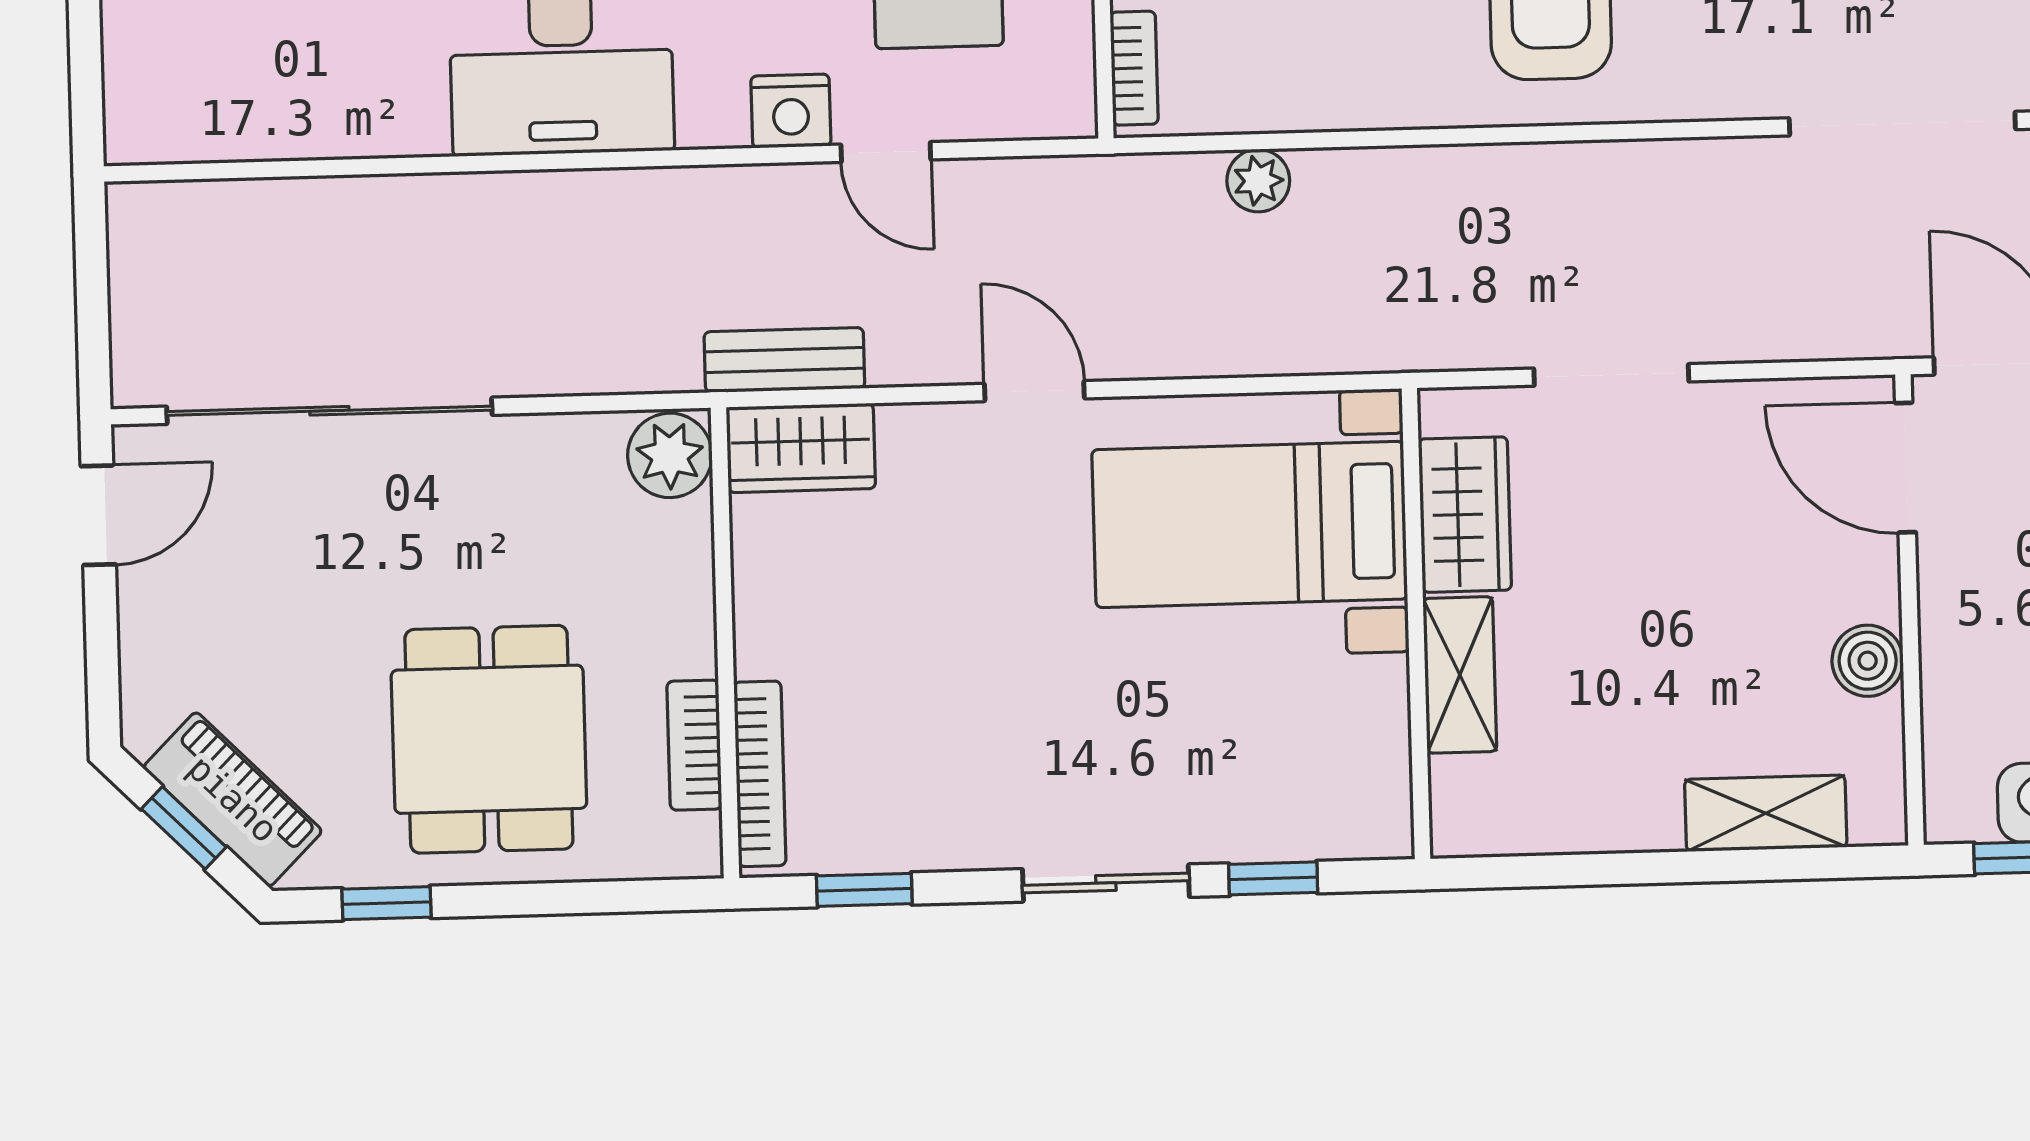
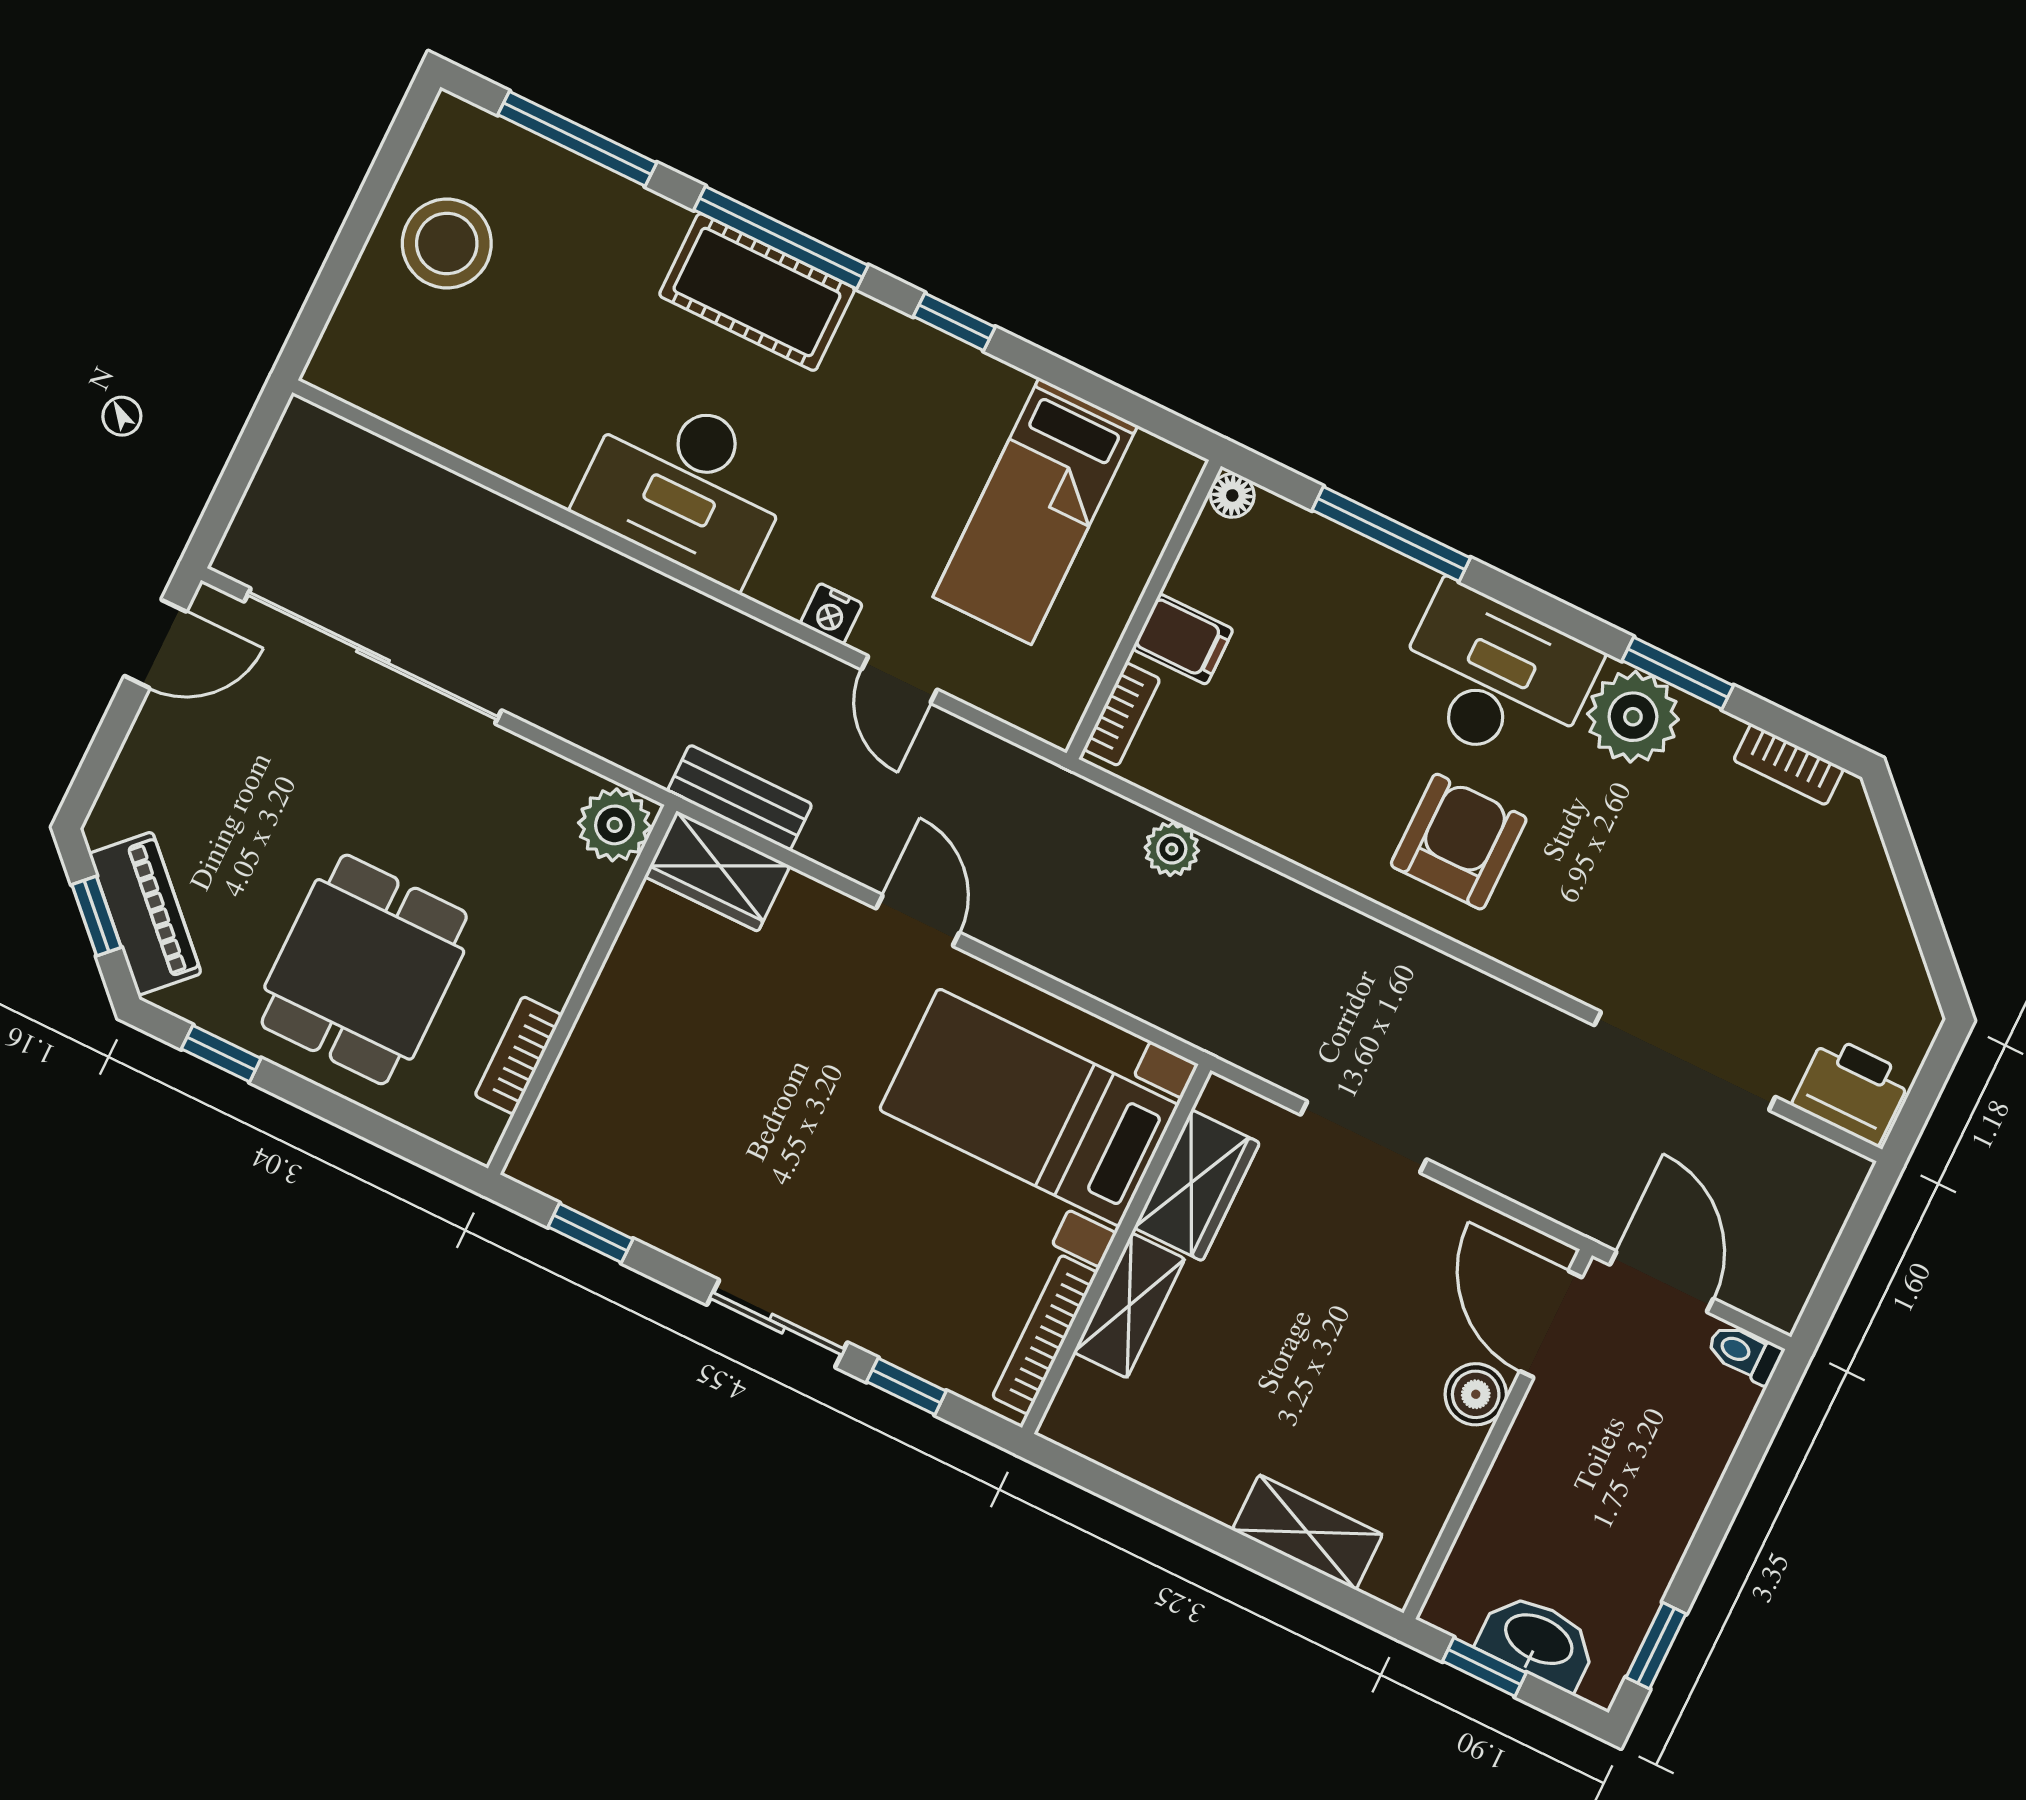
nightstand: (791, 111) -> (831, 614), width x0.72, depth x0.74
boiler: (1868, 661) -> (1476, 1394), moved
bookcase: (760, 774) -> (1045, 1335), moved, turned 180

